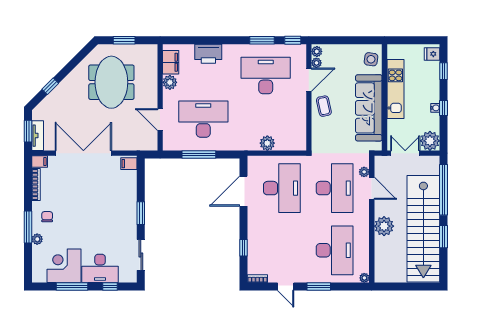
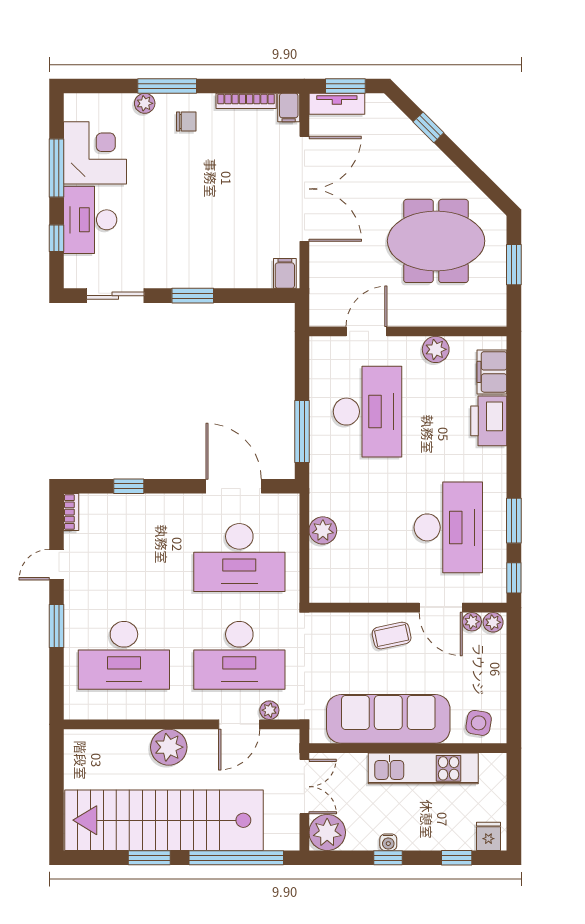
filing cabinet: (171, 62) -> (492, 372), moved, turned 90
window: (199, 154) -> (302, 432), moved
plant: (364, 278) -> (73, 711), removed

